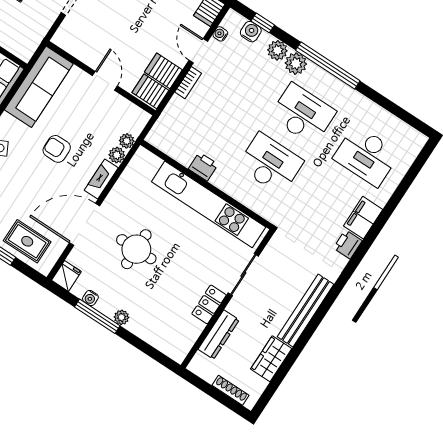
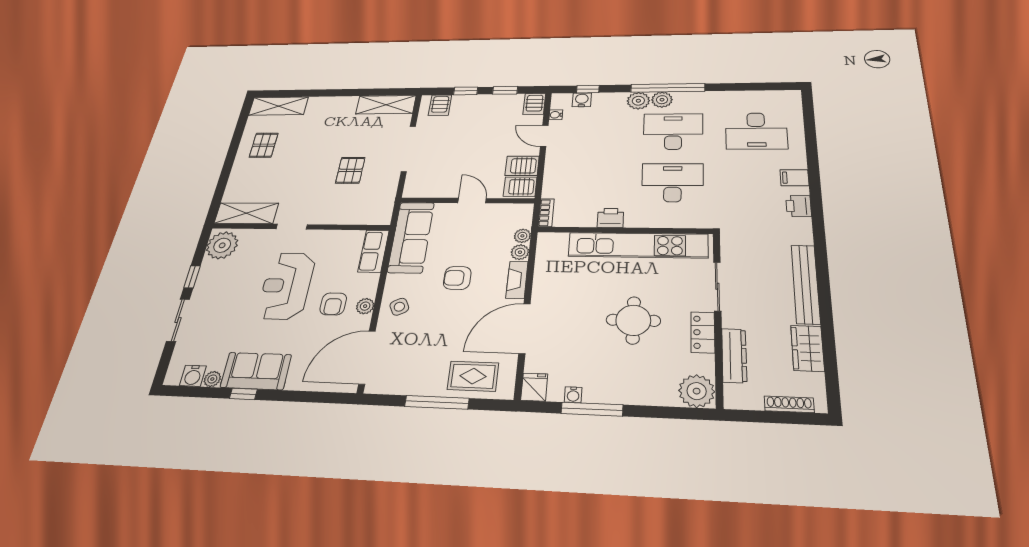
plant: (277, 50) -> (662, 100), moved
bookcase: (188, 83) -> (546, 213), moved
filing cabinet: (363, 218) -> (795, 178), width x0.50
round table: (136, 249) -> (633, 320), moved
plant: (121, 317) -> (697, 391), moved, width x1.88, depth x1.88

